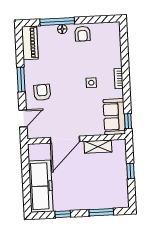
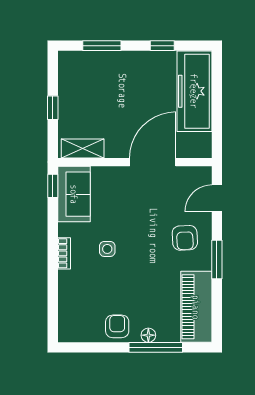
piano: (30, 43) -> (196, 307), width x1.37, depth x1.33
shelving: (98, 147) -> (83, 148), moved

